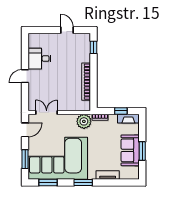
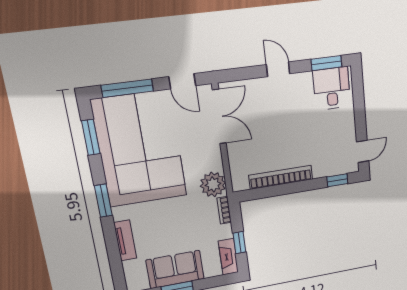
door: (67, 30) -> (363, 151), moved
window: (25, 48) -> (326, 63), added
desk: (39, 59) -> (332, 88), moved
double door: (47, 113) -> (219, 117), width x1.37
window: (25, 159) -> (127, 88), width x1.44

